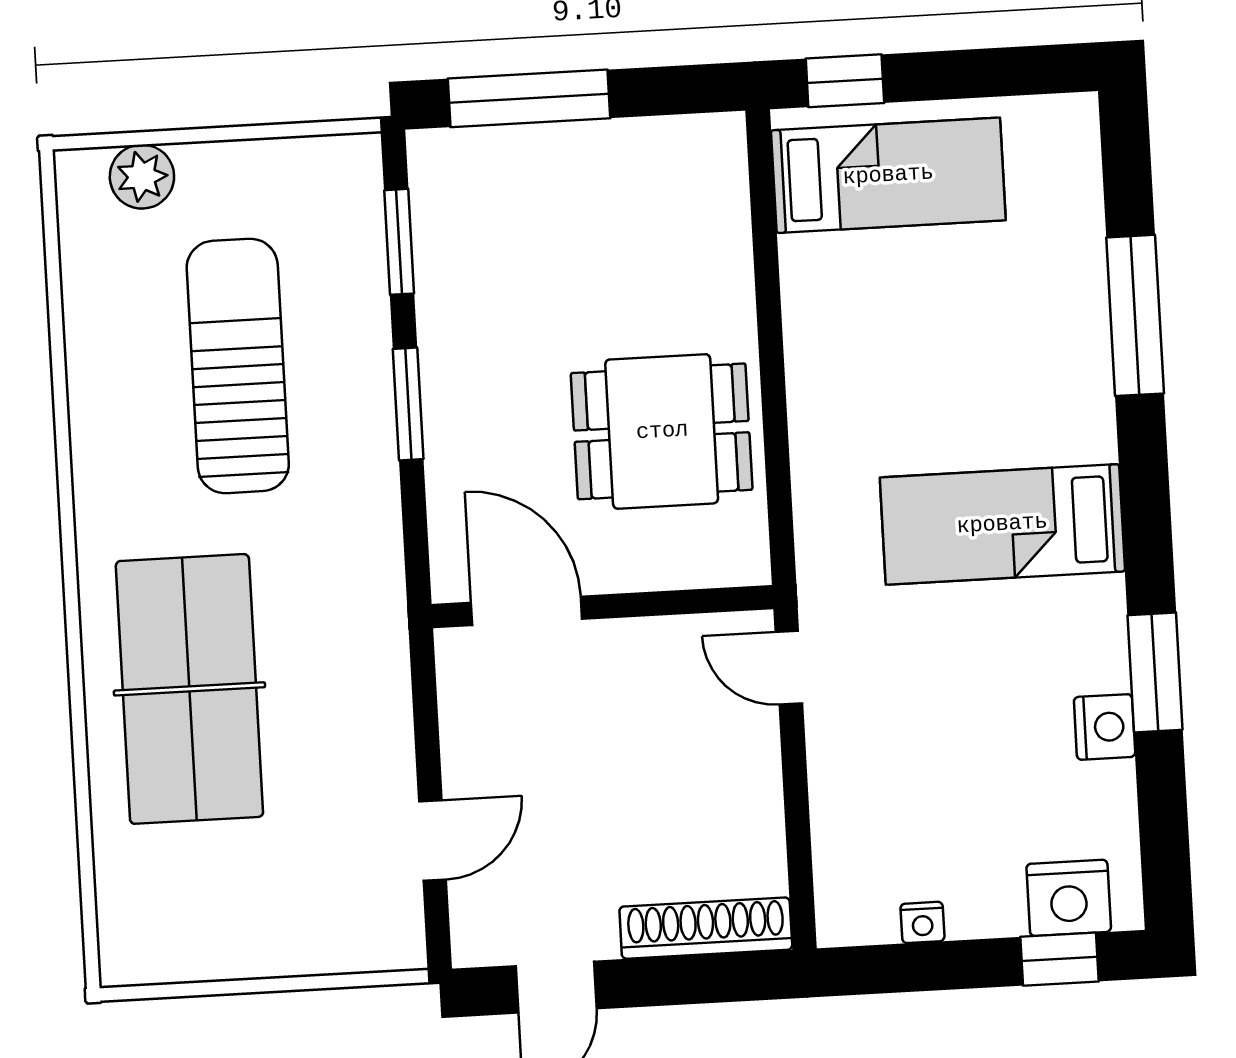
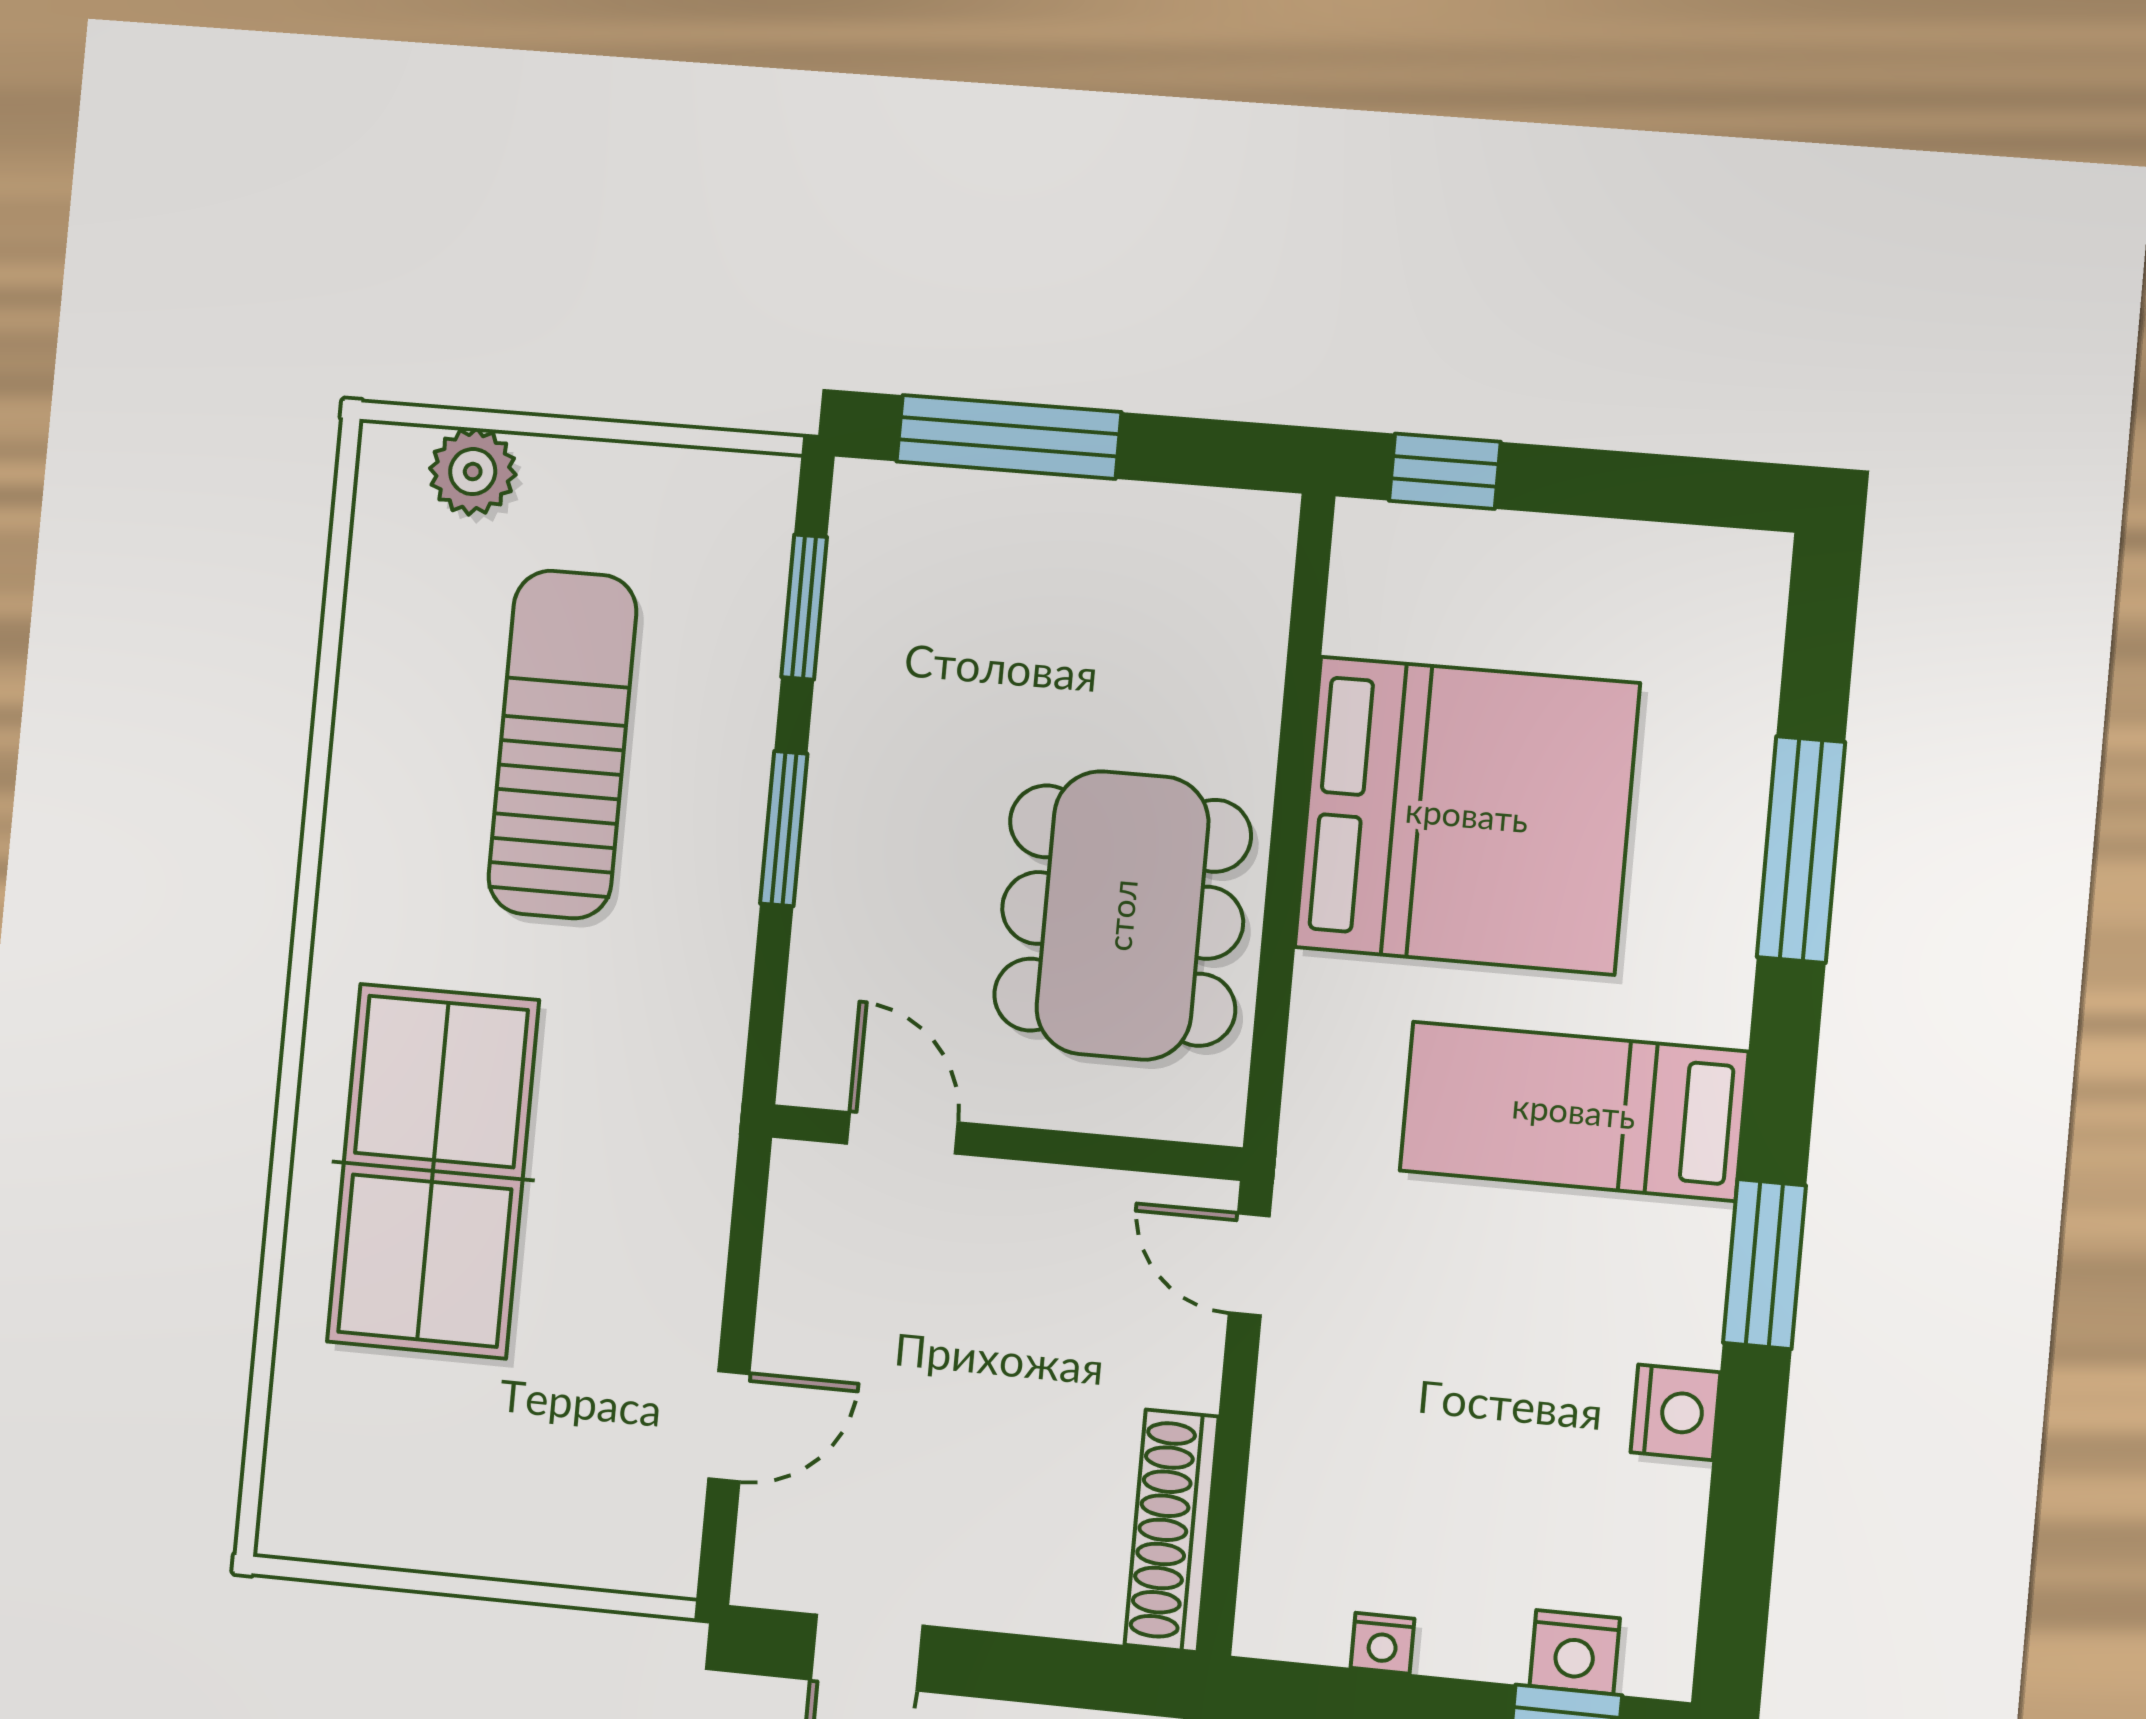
bed: (888, 175) -> (1467, 815), moved, width x2.04
dining table: (662, 431) -> (1122, 915), width x1.37
door: (527, 611) -> (902, 1133), width x0.73
window: (1155, 672) -> (1765, 1264), moved
nightstand: (1069, 898) -> (1575, 1652), width x0.74, depth x0.75
shoe rack: (706, 928) -> (1172, 1531), moved, turned -90

